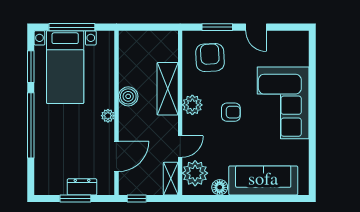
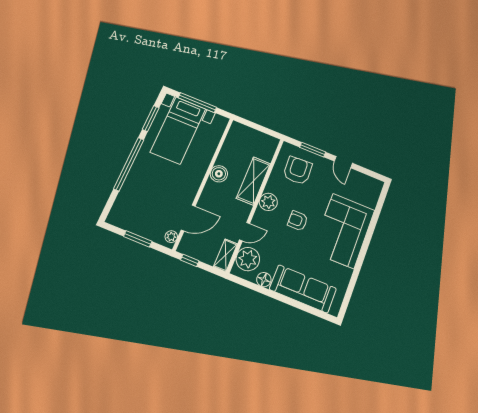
armchair: (231, 112) -> (298, 221), turned 180
plant: (108, 116) -> (171, 237), moved
dresser: (82, 187) -> (148, 231), removed

